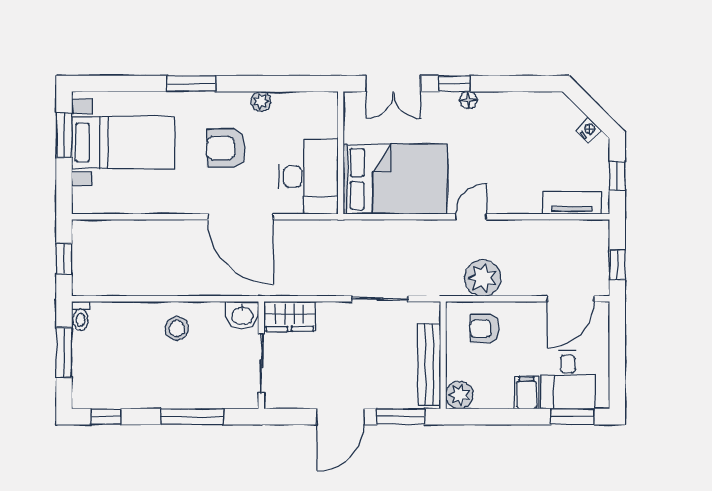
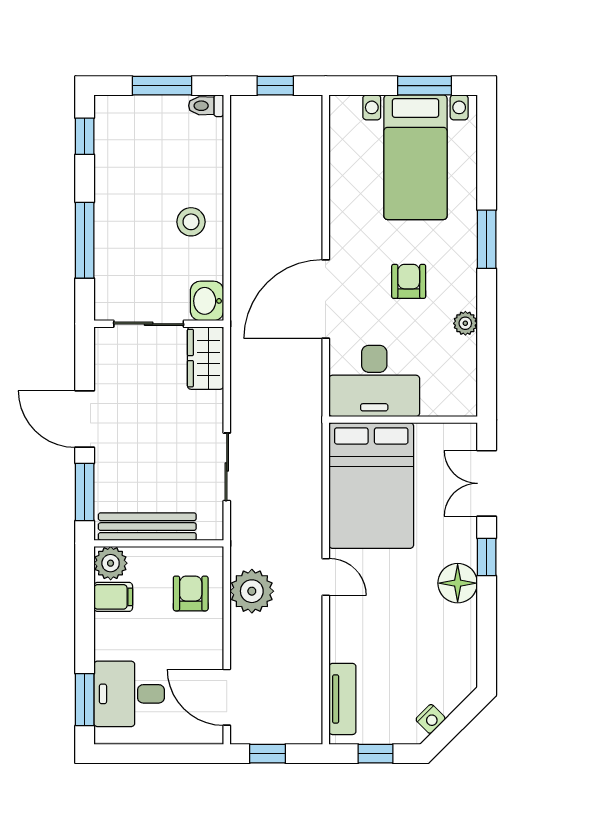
floor lamp: (468, 100) -> (458, 583), width x1.89, depth x1.89
armchair: (226, 148) -> (409, 281), width x0.72, depth x0.72
filing cabinet: (527, 393) -> (113, 597), moved

